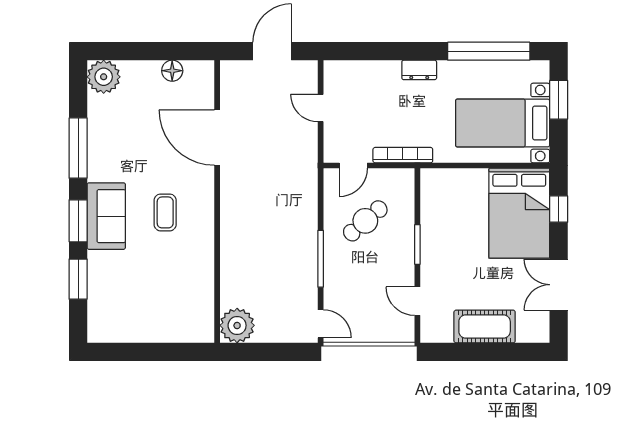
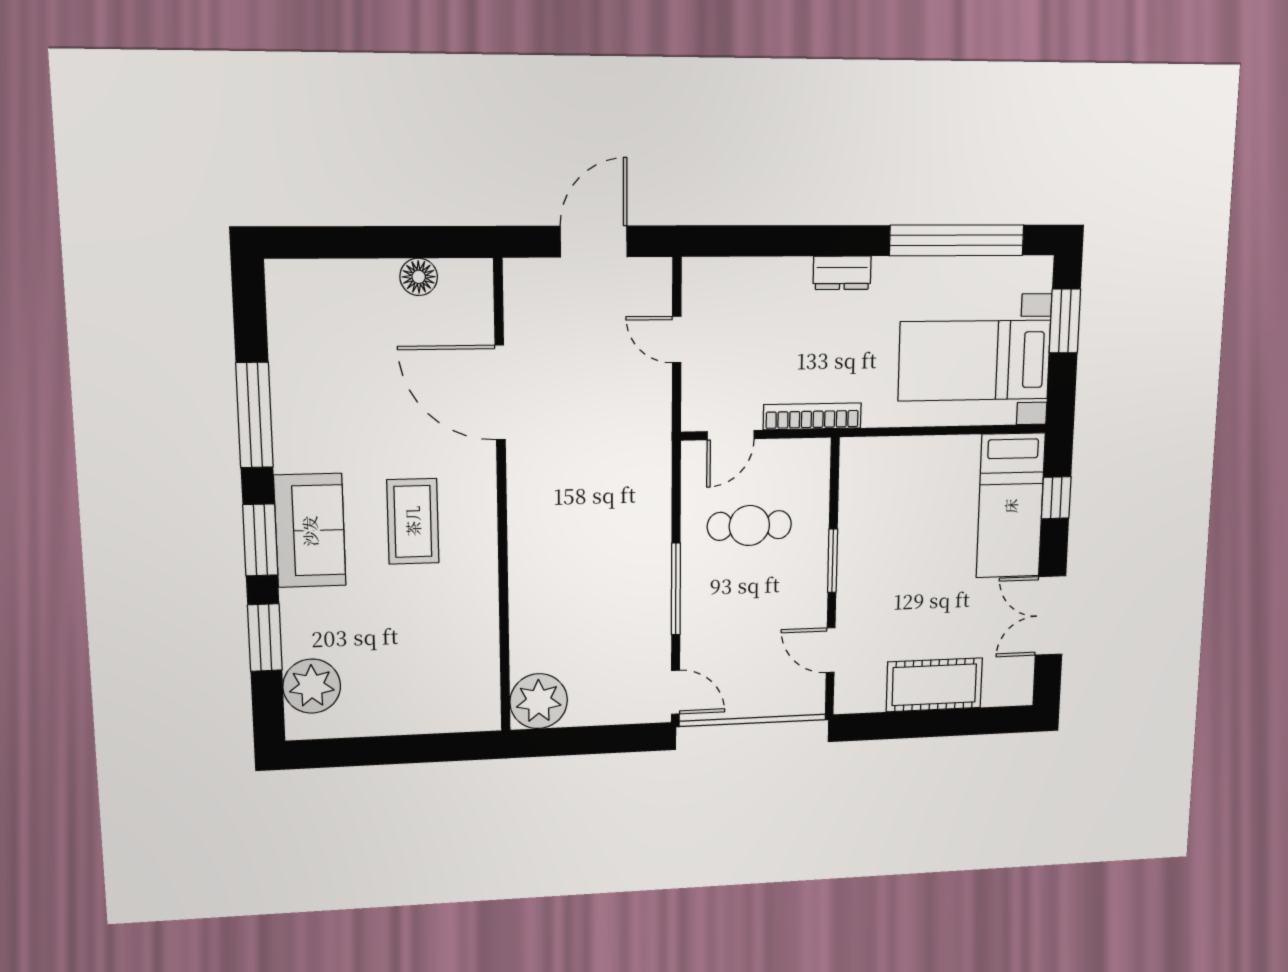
plant: (104, 77) -> (312, 686), moved
coffee table: (165, 212) -> (413, 521), width x1.36, depth x1.30
bed: (519, 213) -> (1011, 506), width x0.67
cafe table: (365, 221) -> (749, 526), turned 41

